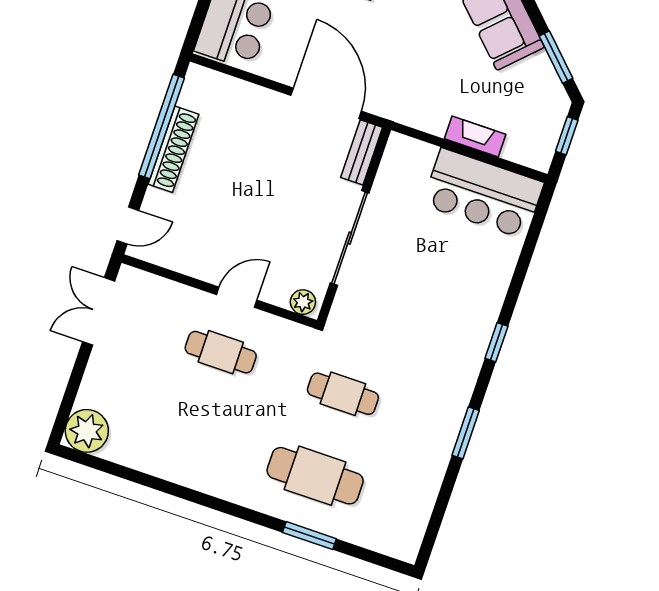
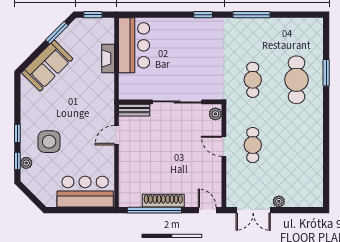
door: (326, 103) -> (116, 135), width x0.53
plant: (87, 431) -> (279, 201), moved, width x0.53, depth x0.53
window: (466, 433) -> (251, 15), width x1.44

